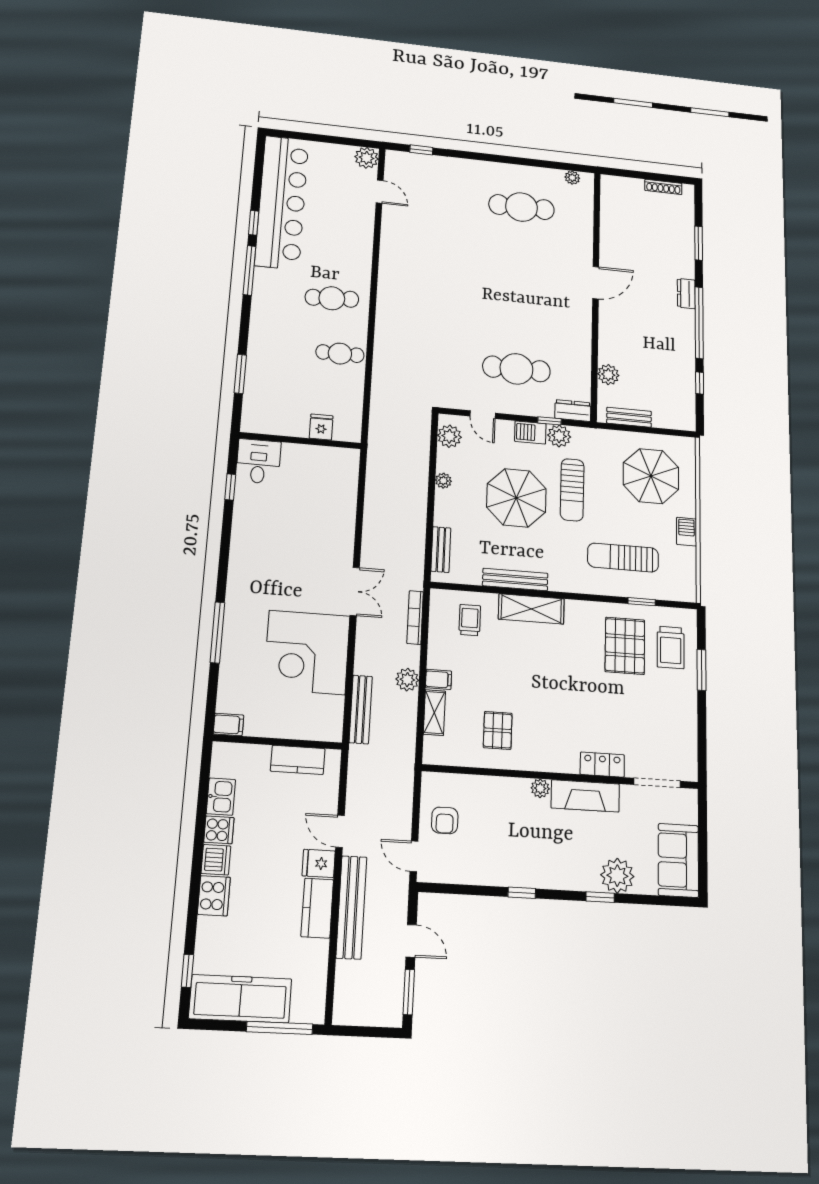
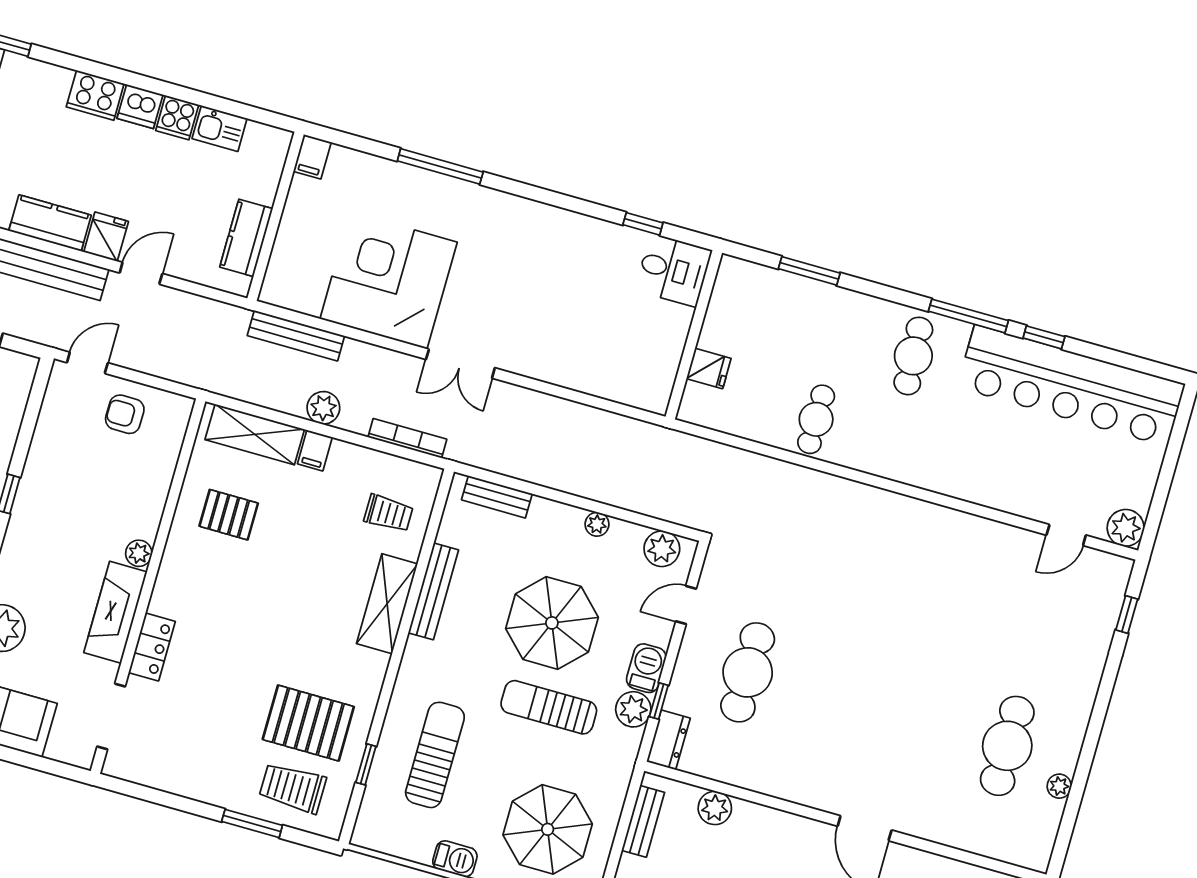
plant: (572, 178) -> (1059, 786), moved
cafe table: (332, 298) -> (913, 356), moved
shelving: (434, 713) -> (255, 434), width x1.50, depth x1.33

